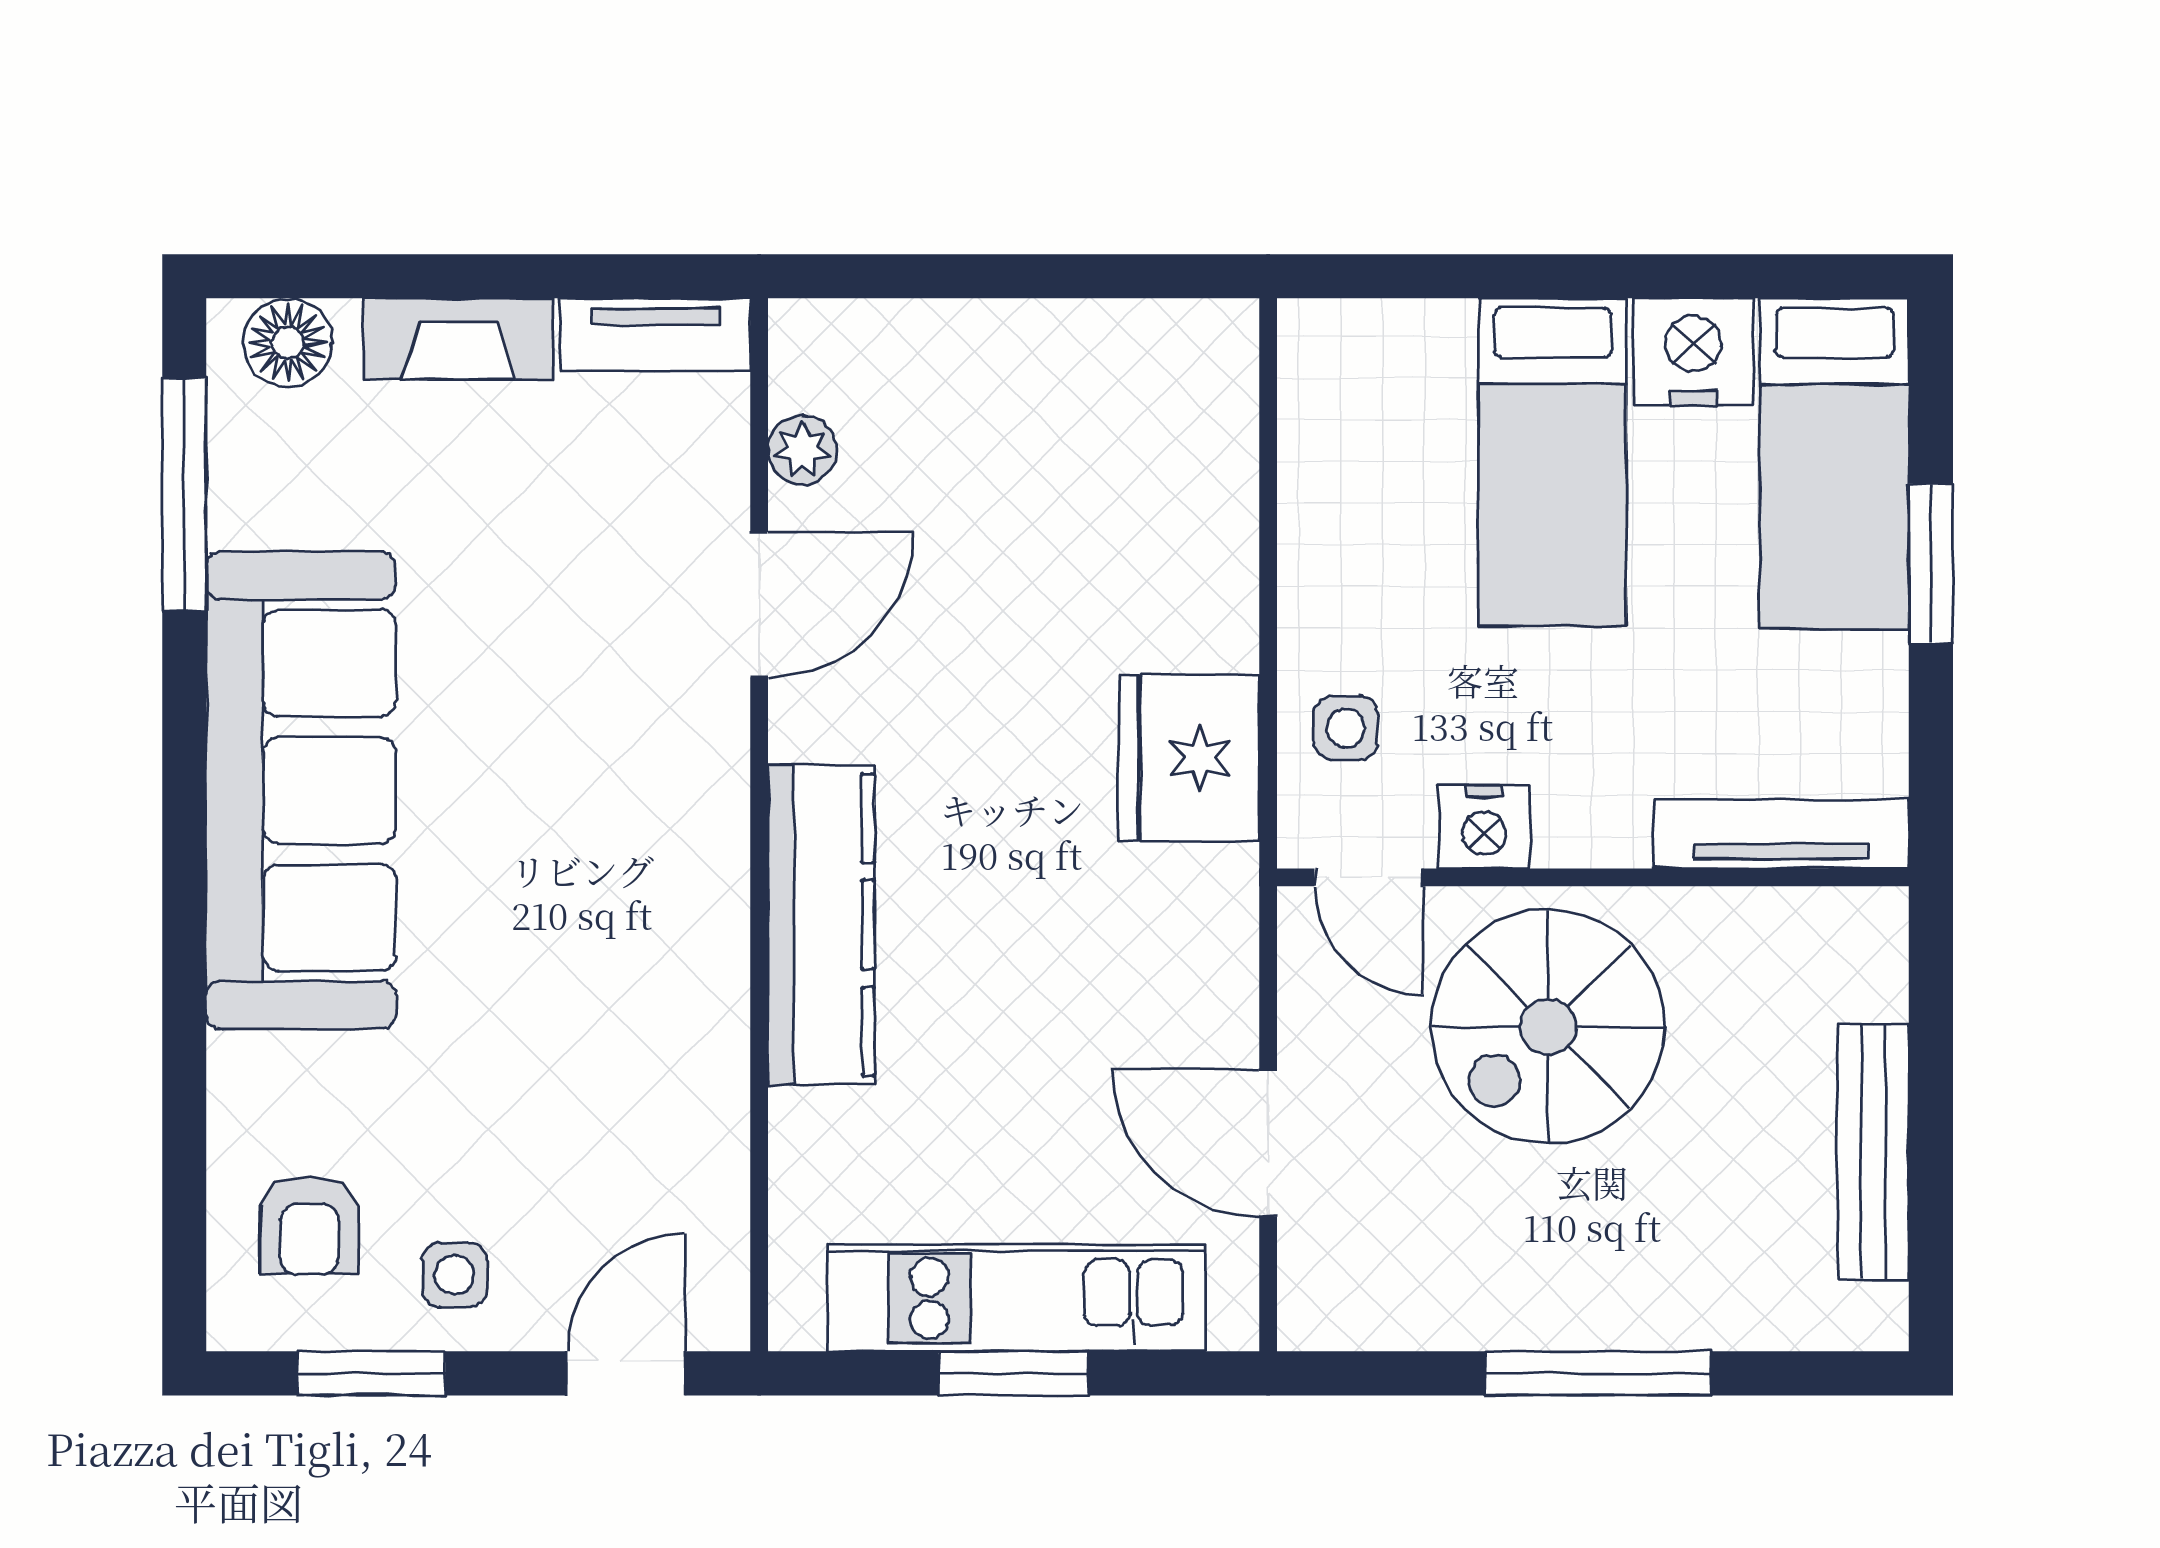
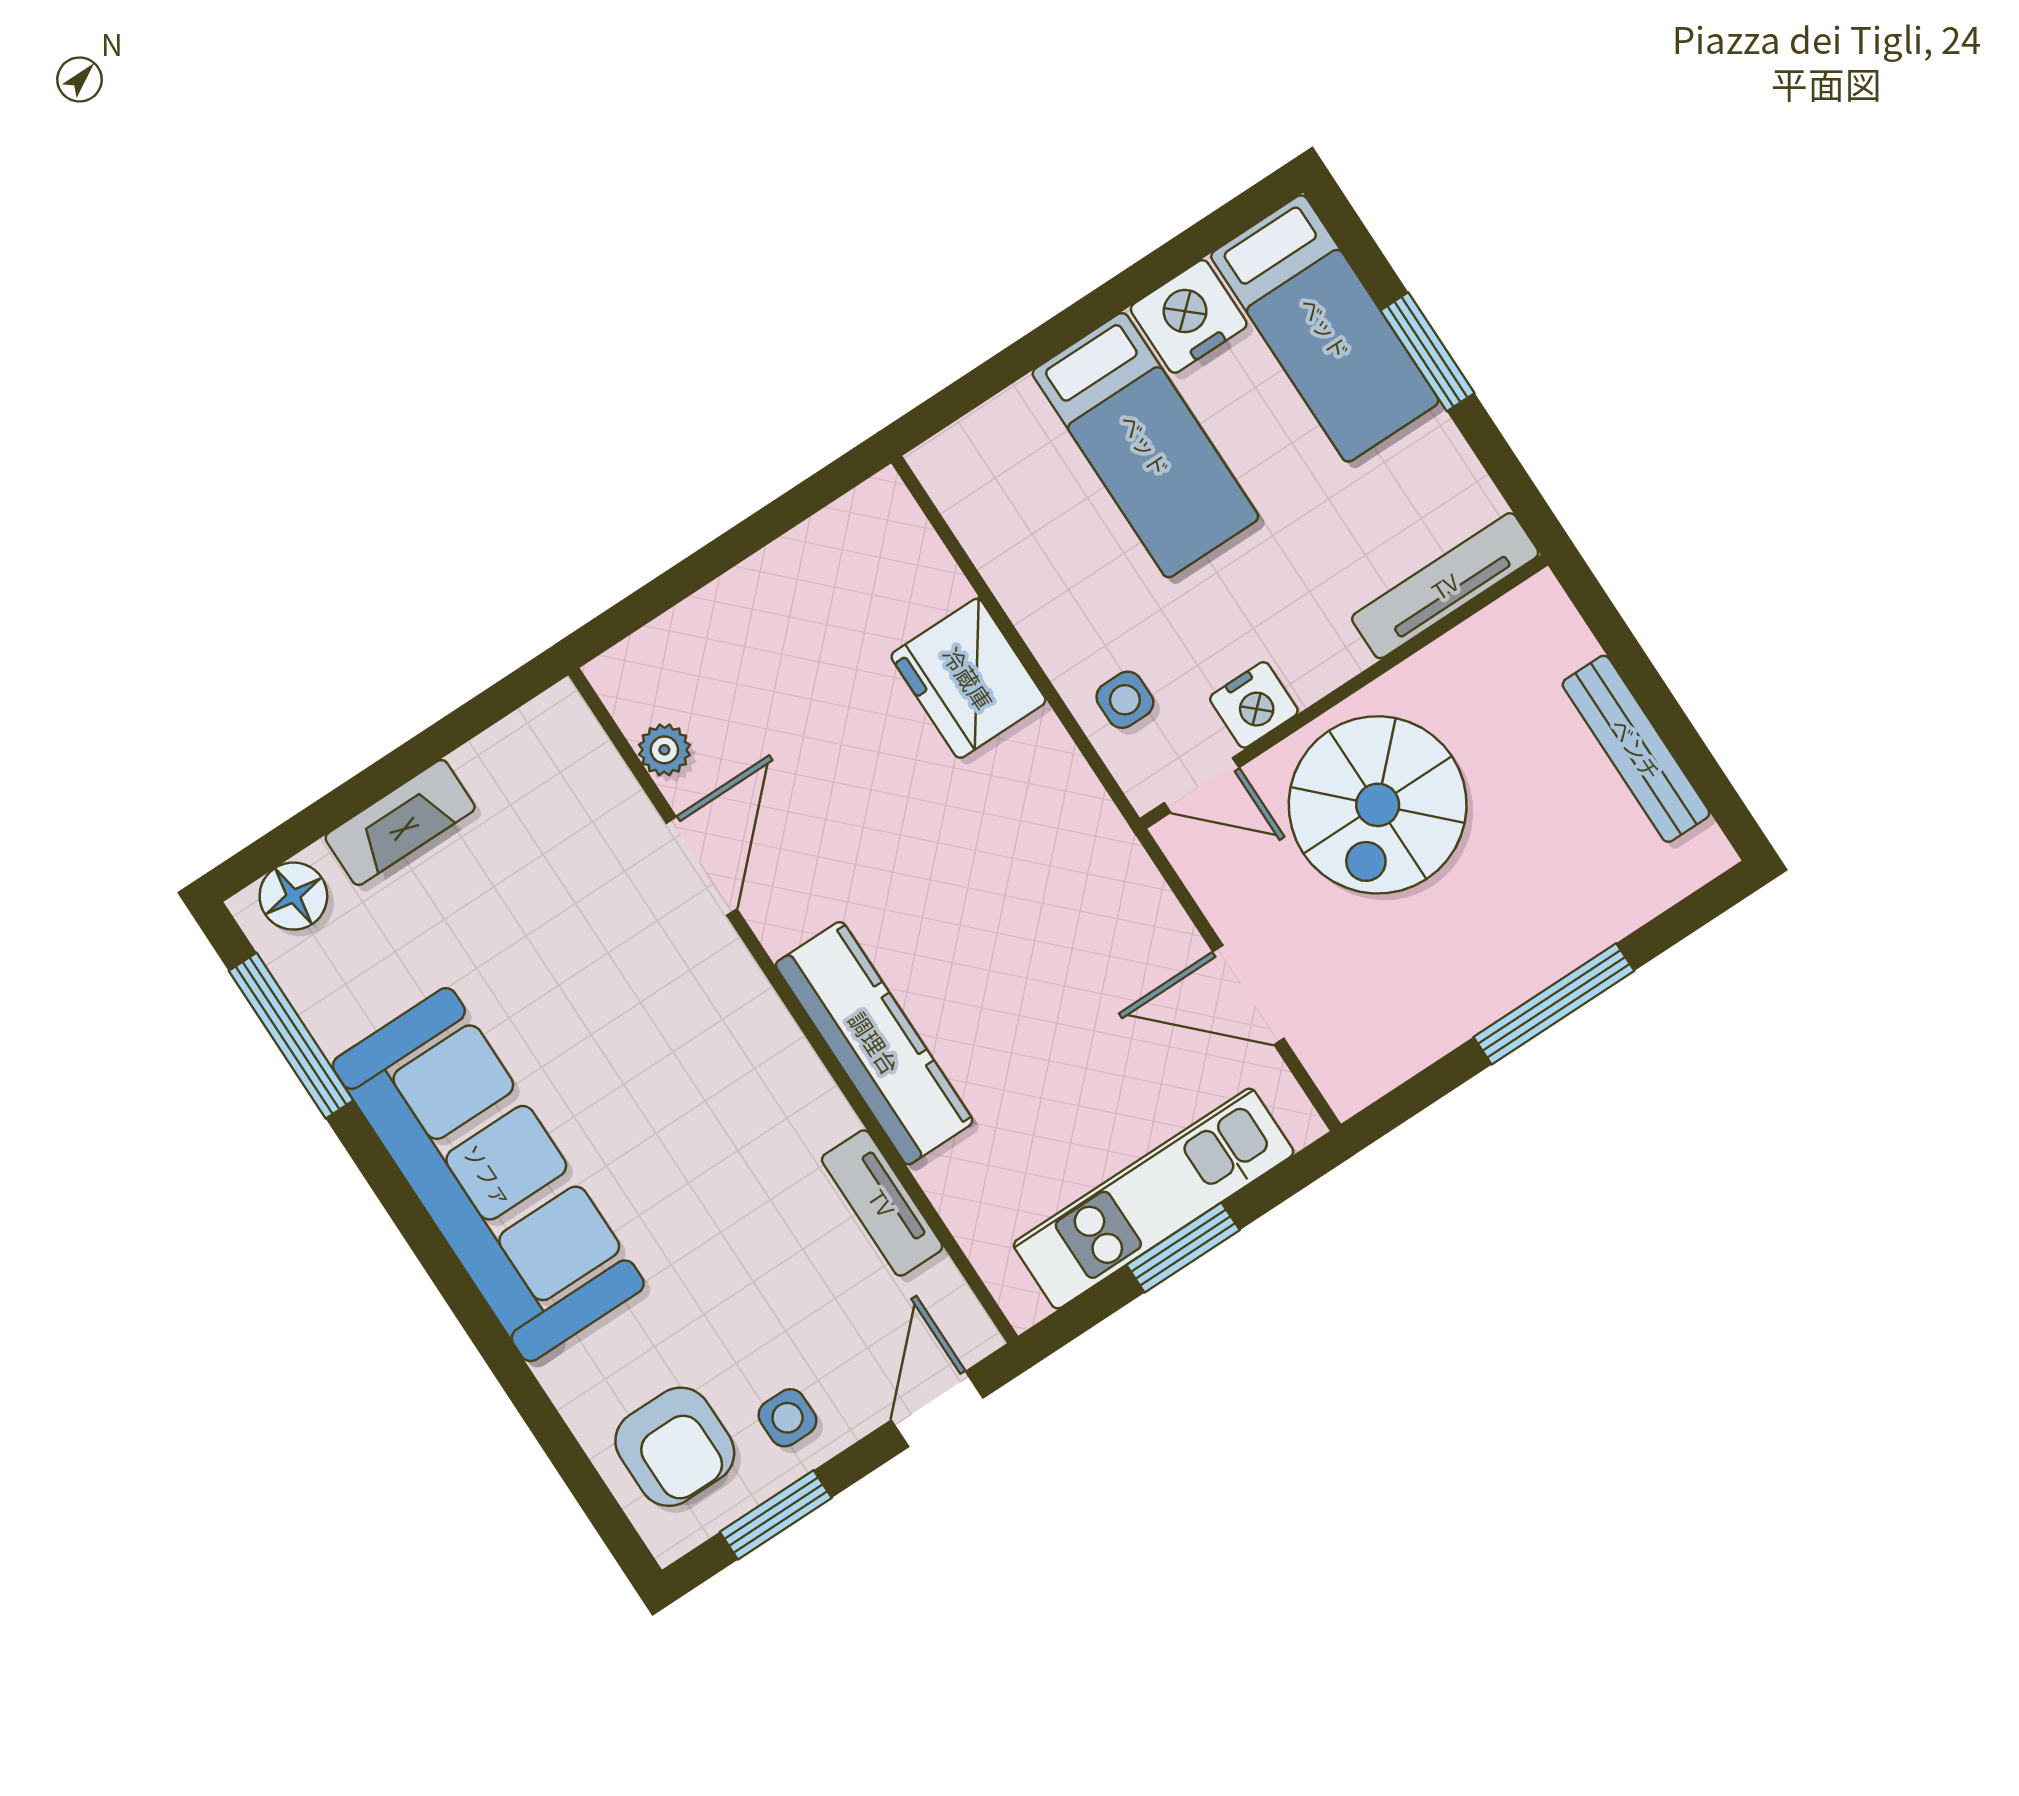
tv unit: (655, 334) -> (882, 1203), moved, turned 90
fridge: (1189, 758) -> (968, 678), moved
armchair: (309, 1225) -> (675, 1447), width x1.38, depth x1.38

